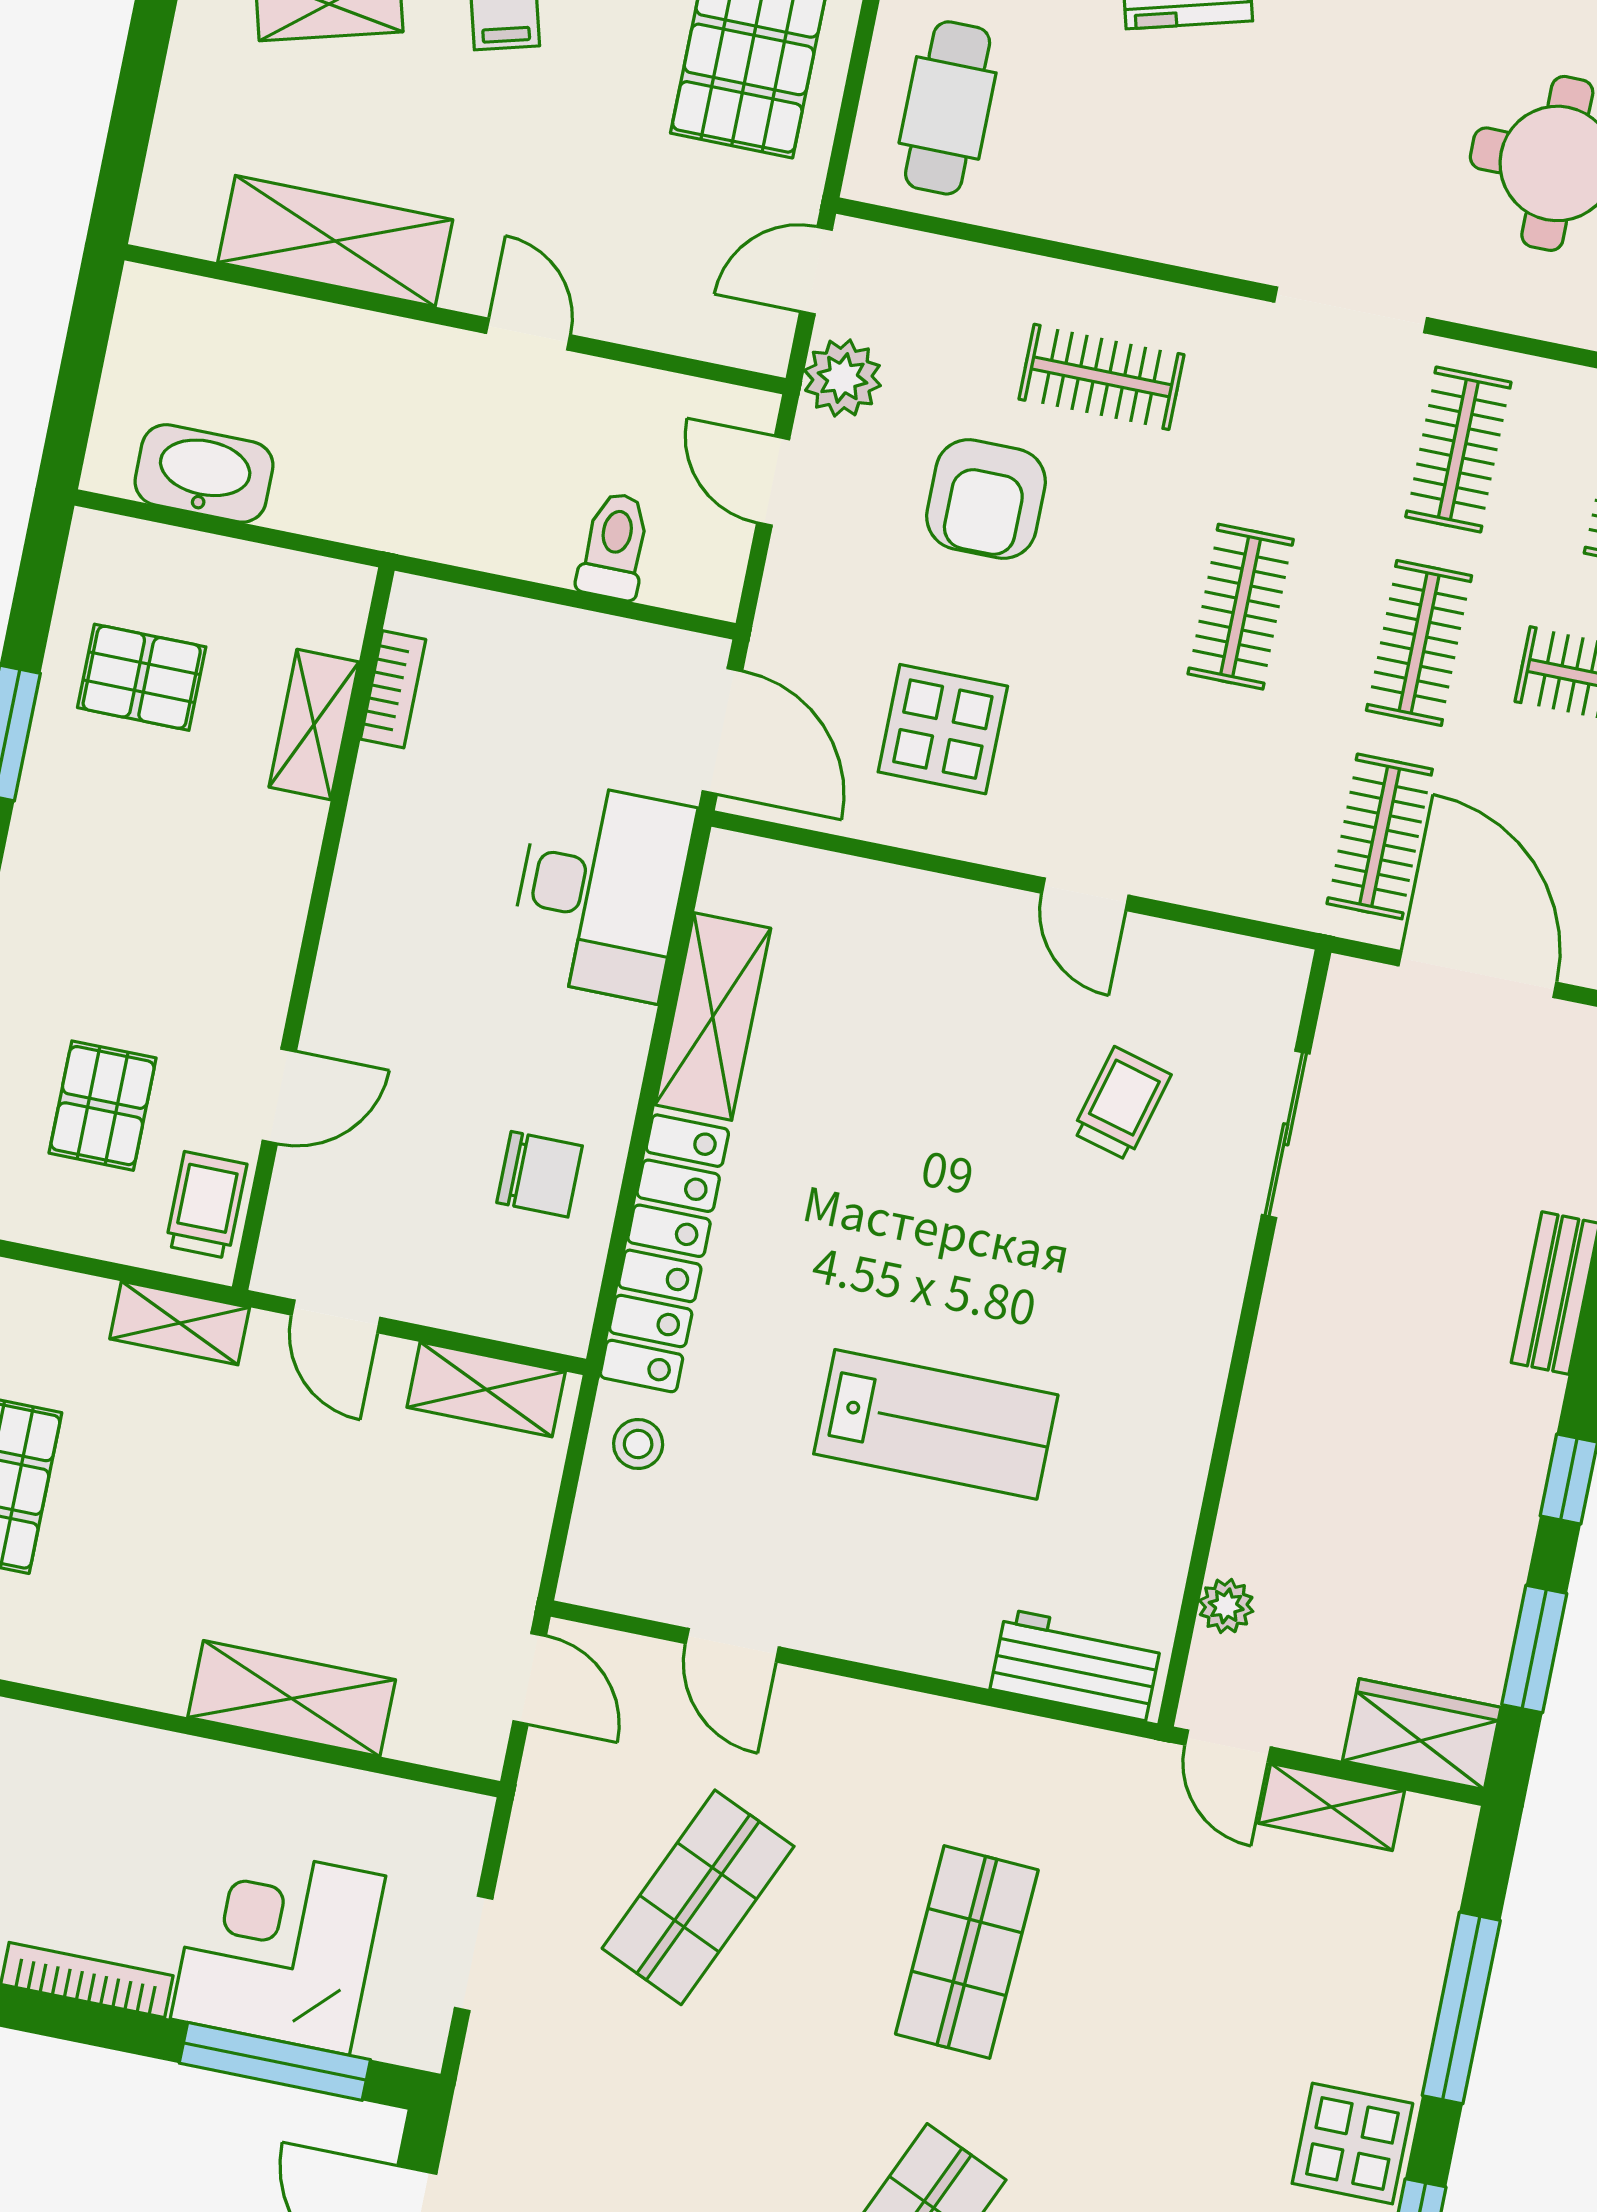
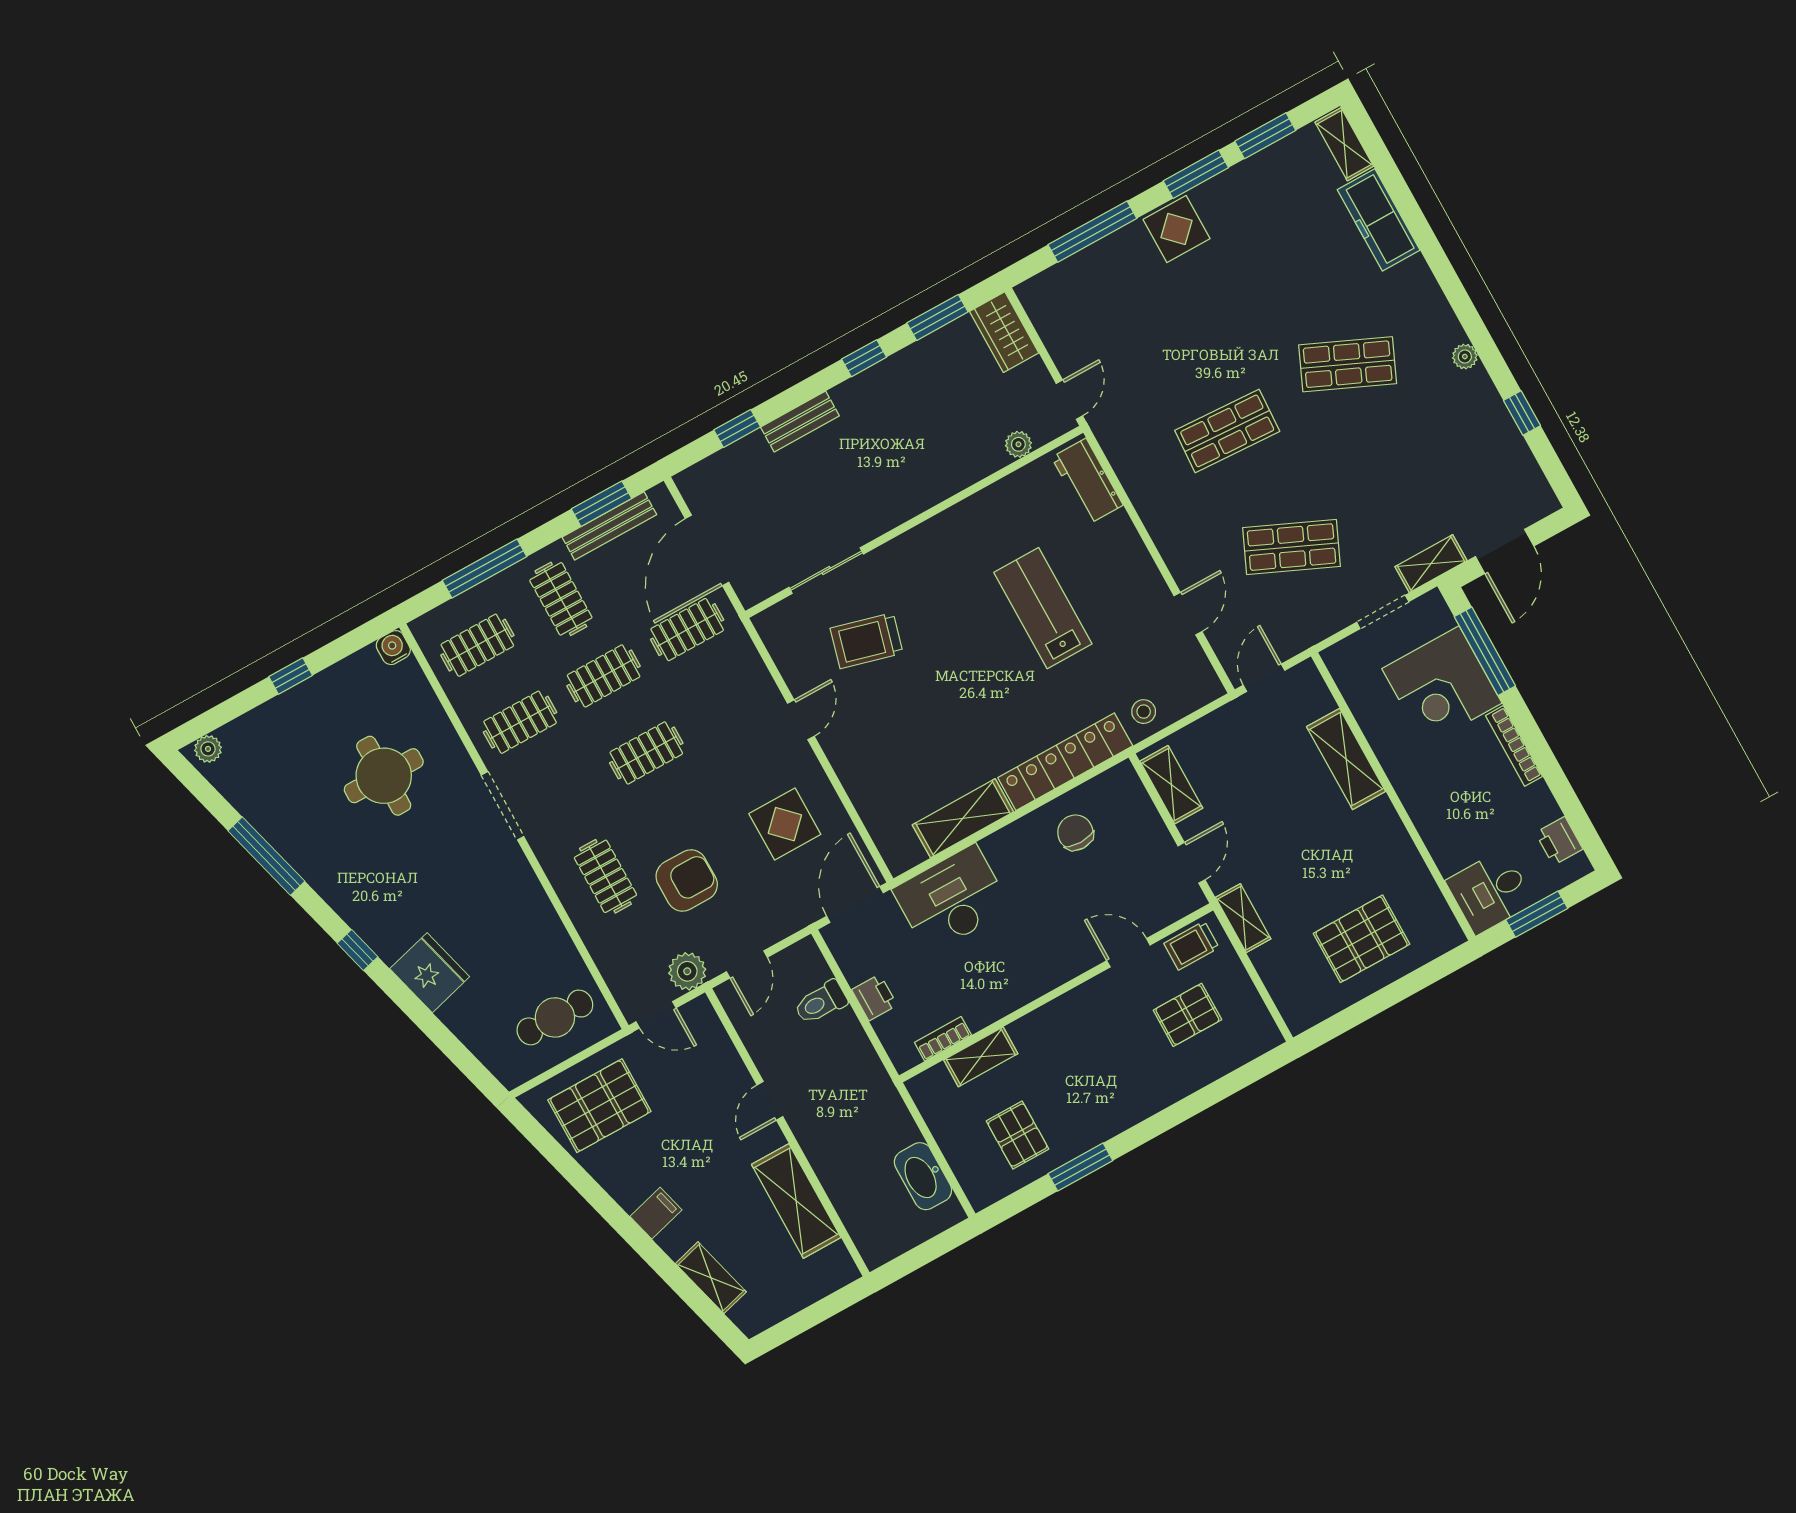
printer: (550, 637) -> (874, 997), added
trolley: (1121, 1104) -> (867, 641), width x1.36, depth x1.39
shelving: (1332, 1807) -> (1431, 564), moved, turned 90

